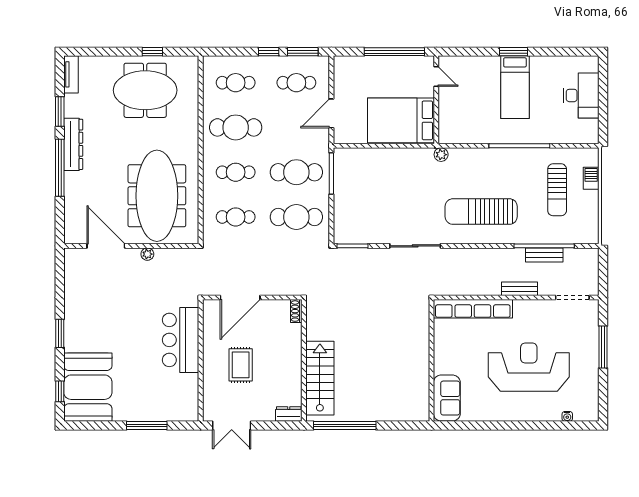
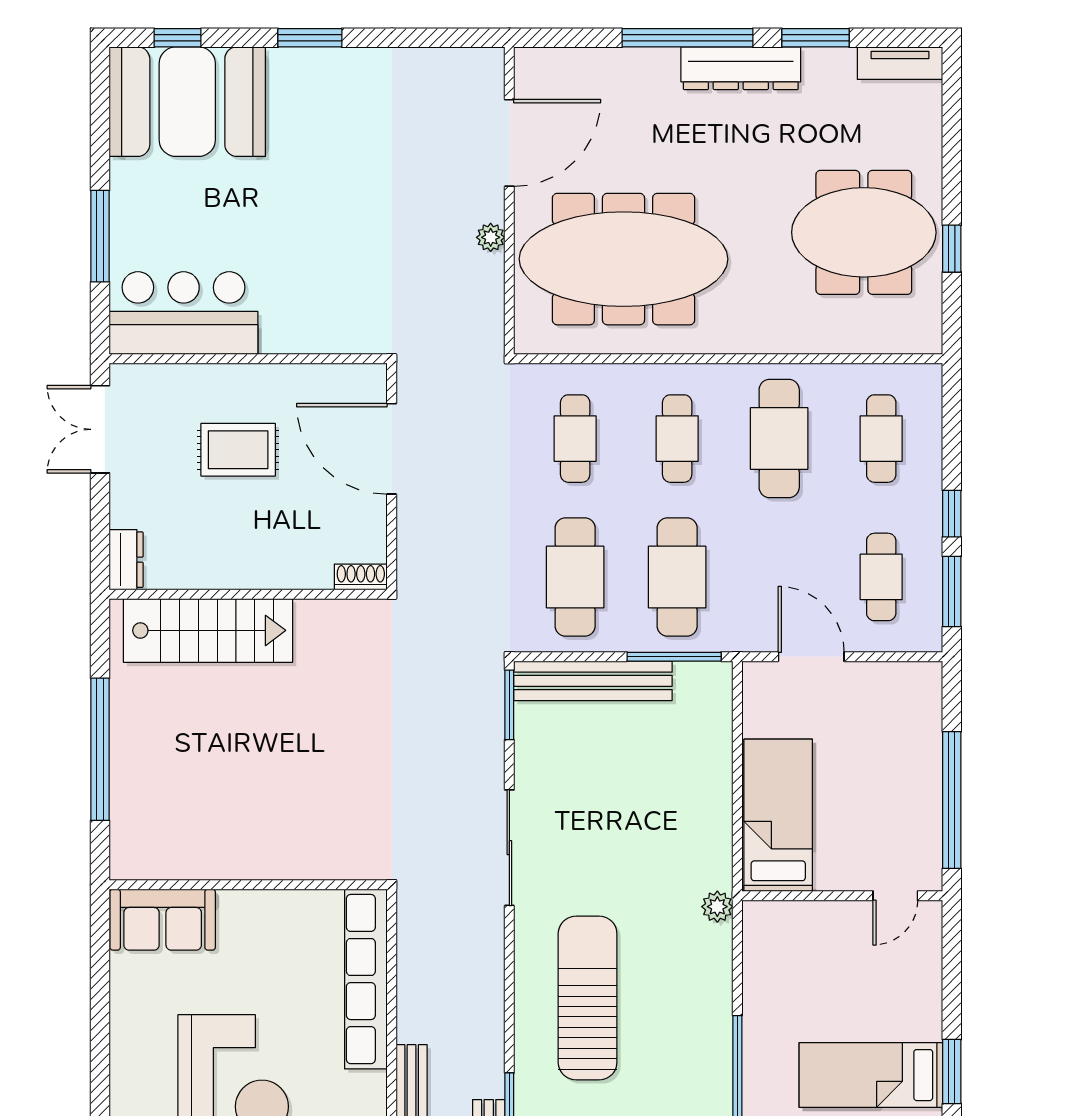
meeting table: (145, 90) -> (864, 232), turned 90
bed: (401, 120) -> (778, 815), width x0.67
bench: (342, 209) -> (593, 681), added
bar counter: (181, 340) -> (184, 313), moved
window: (345, 426) -> (100, 749), moved

